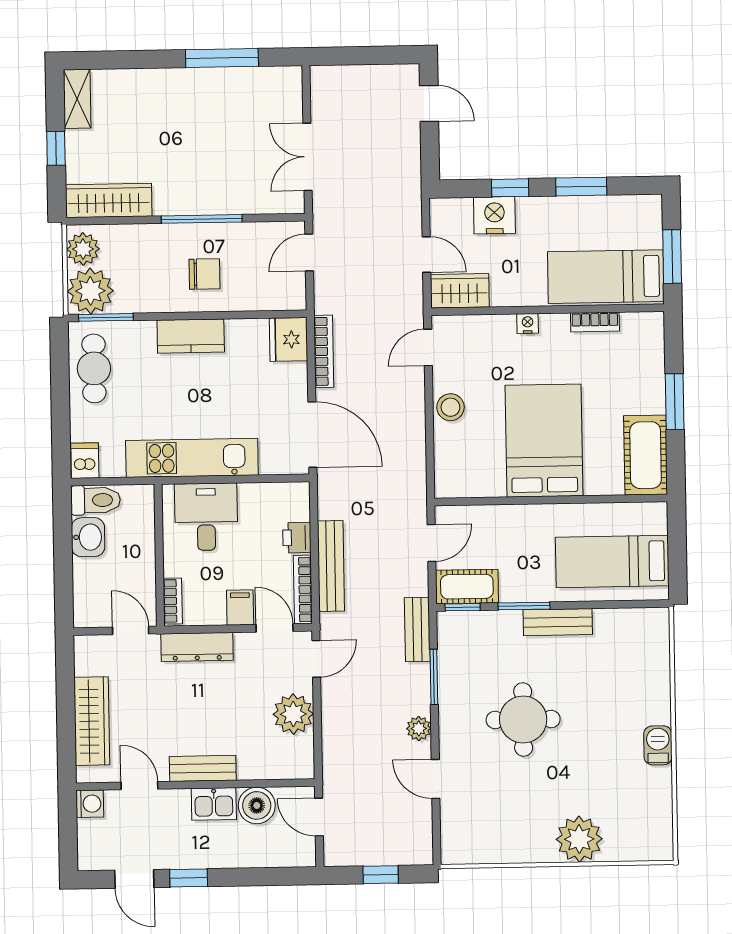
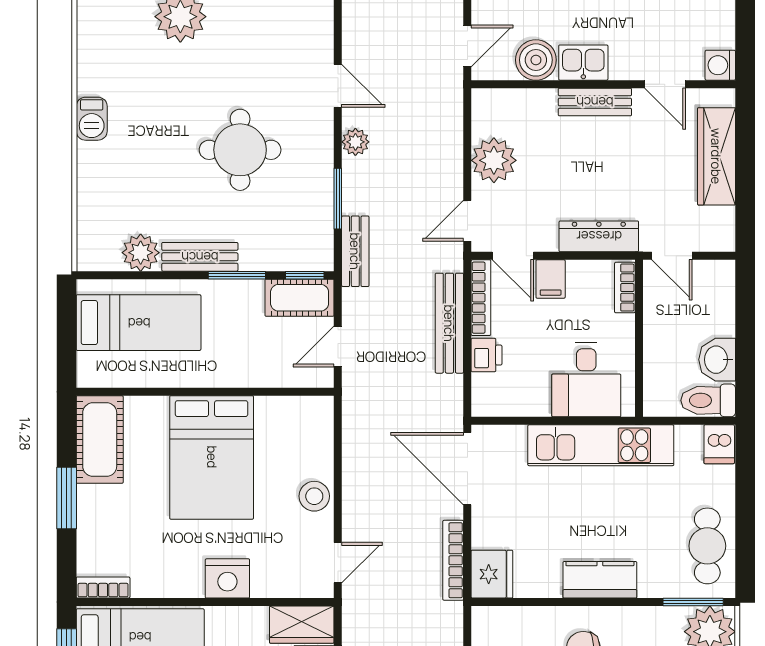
bookcase: (595, 322) -> (103, 588), moved
nightstand: (528, 323) -> (227, 578), width x1.89, depth x1.79
plant: (611, 625) -> (141, 253), added
door: (319, 817) -> (467, 46), hinge flipped

